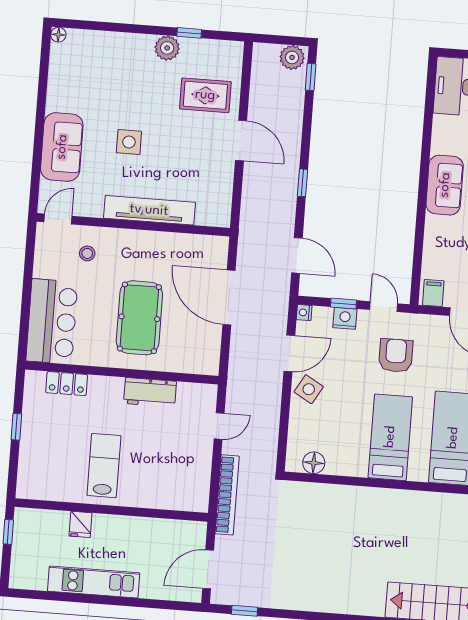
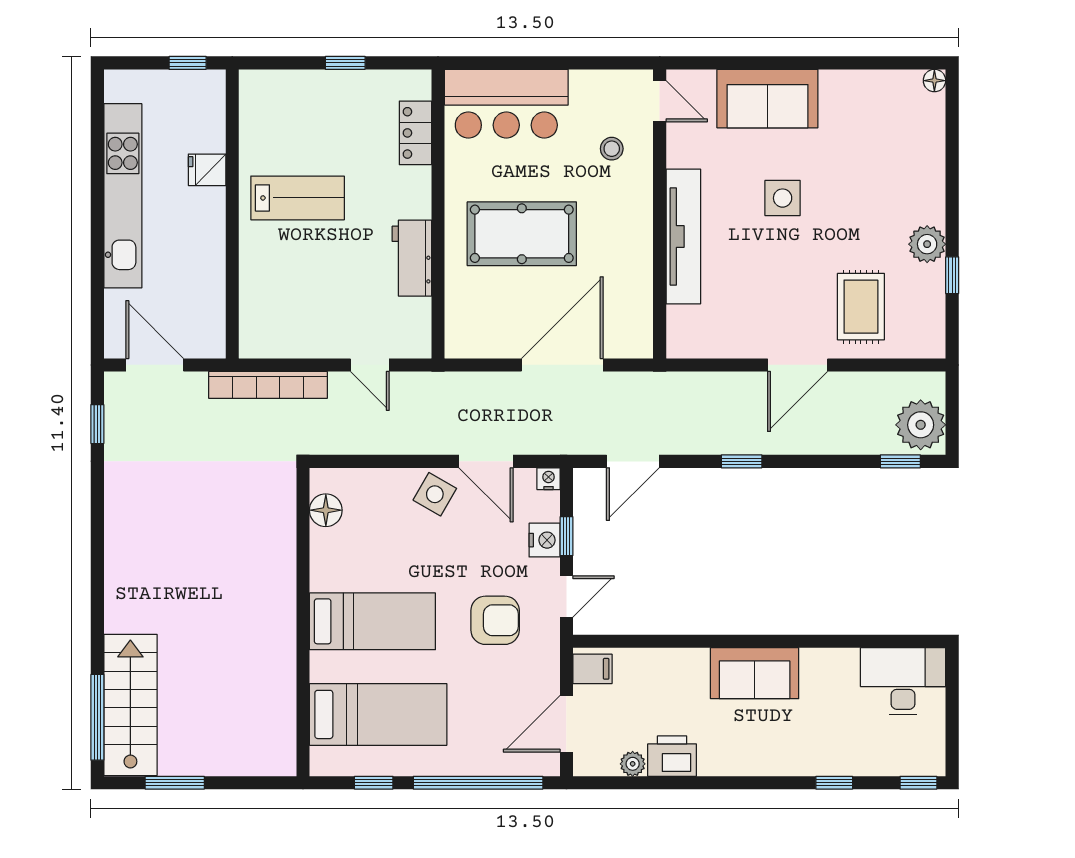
plant: (292, 57) -> (921, 425), width x1.36, depth x1.36
kitchen unit: (94, 582) -> (123, 196), width x1.36

